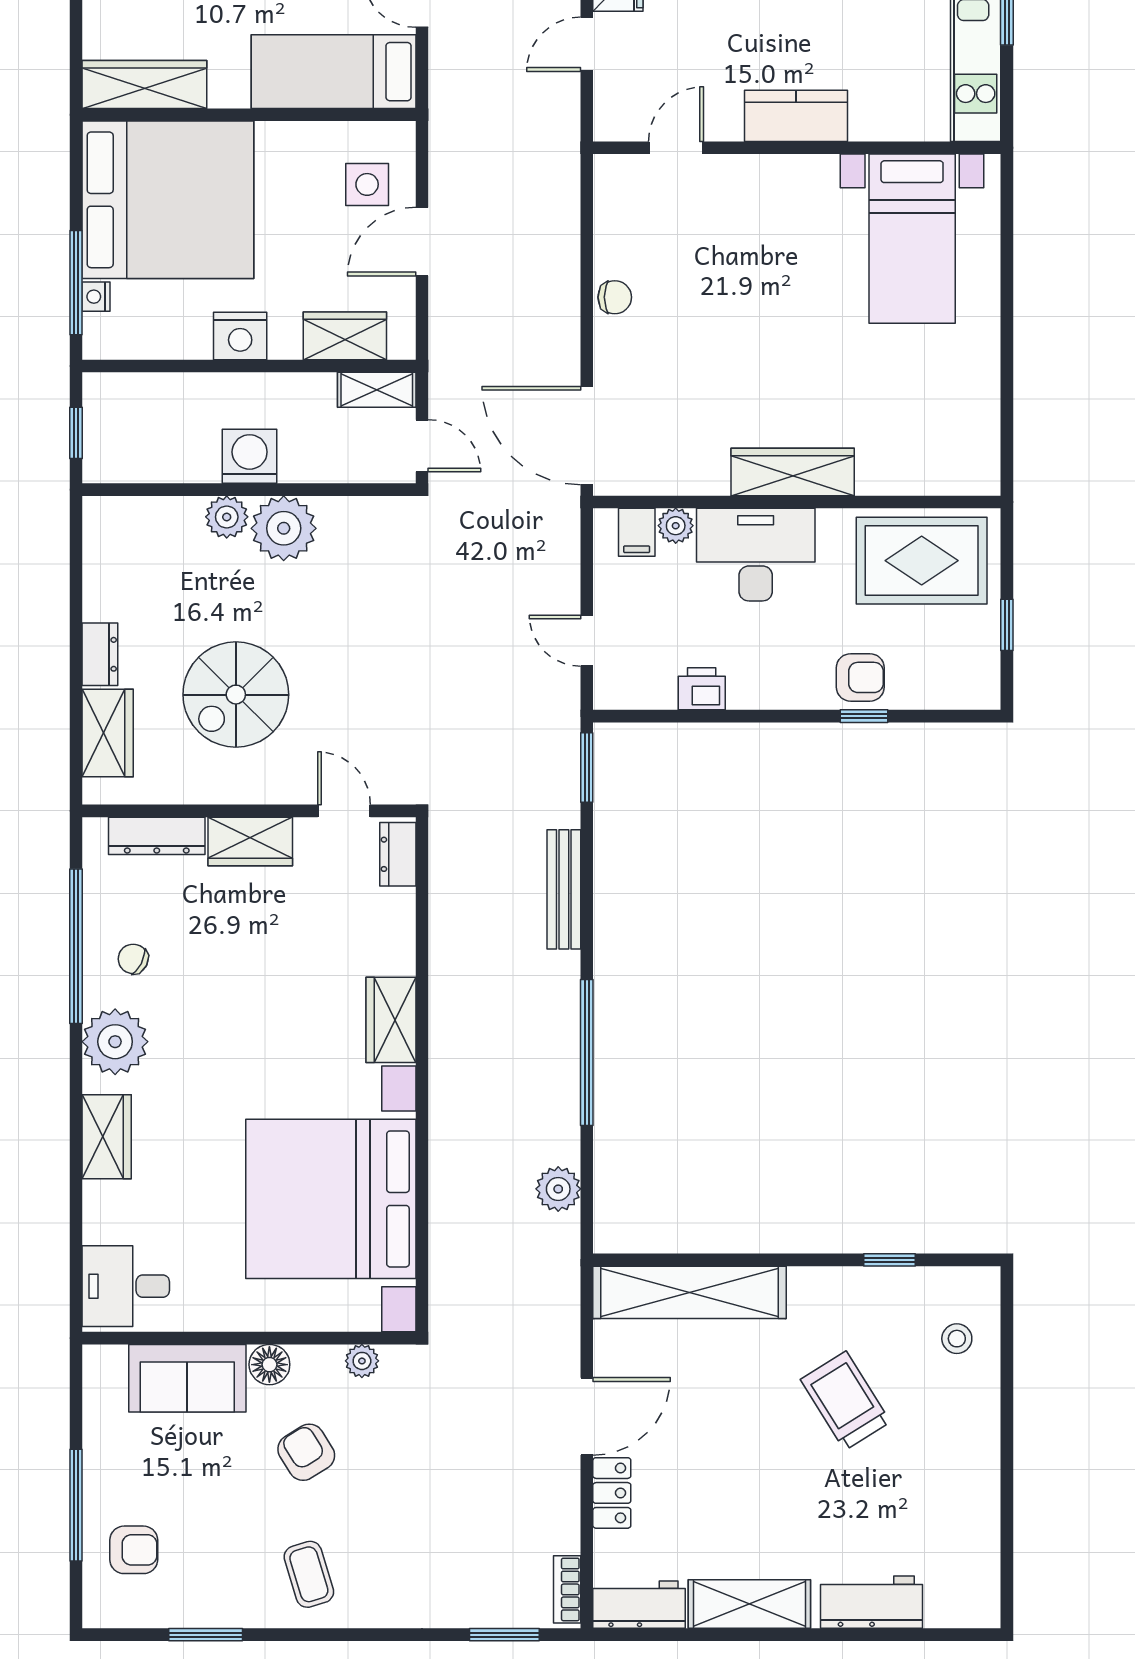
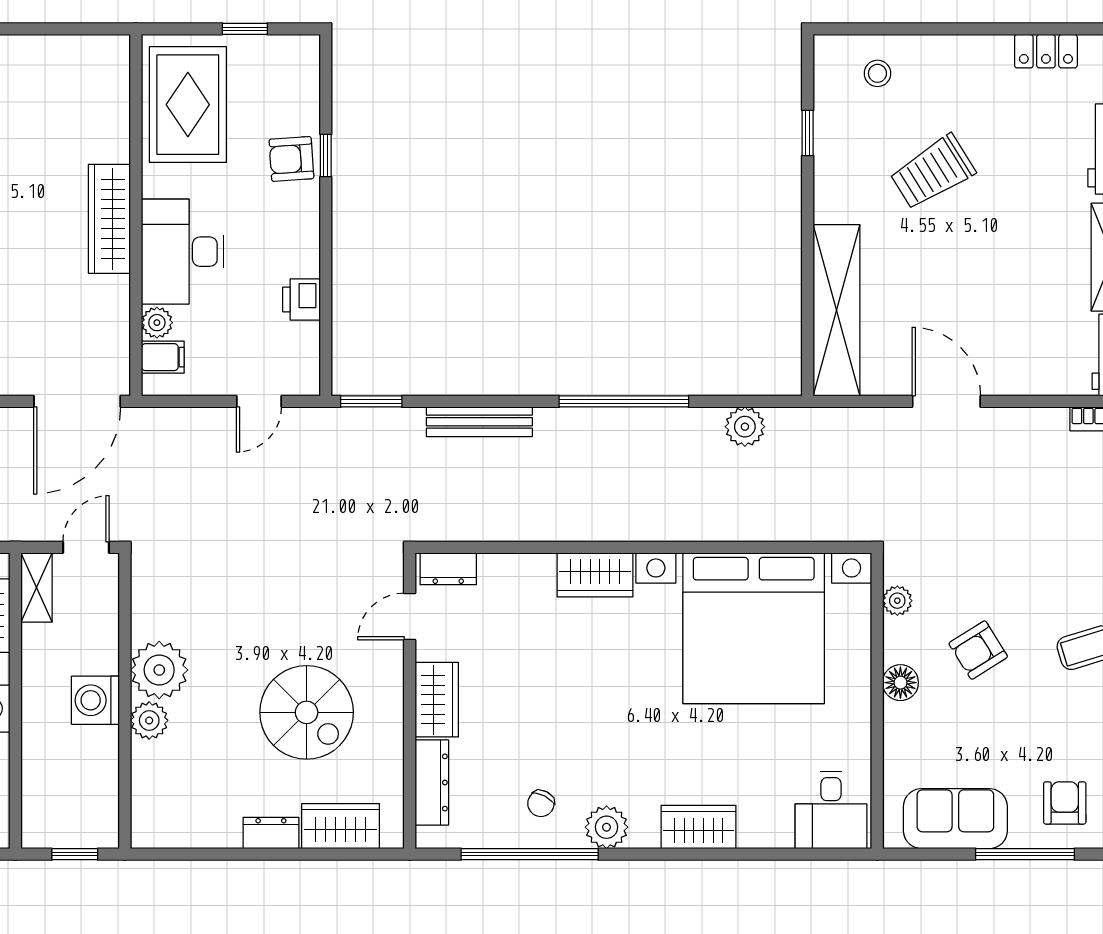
armchair: (860, 677) -> (291, 159), turned -94
plant: (115, 1042) -> (607, 827), width x0.73, depth x0.73
sofa: (187, 1378) -> (955, 819), moved, turned -90
locker: (612, 1493) -> (1046, 51), moved, turned 180

